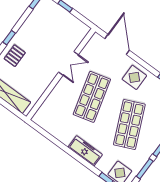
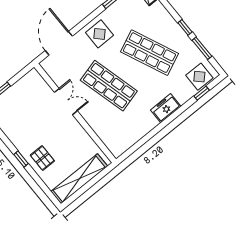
door: (117, 44) -> (59, 43), hinge flipped
freezer: (85, 151) -> (166, 108), width x0.71

